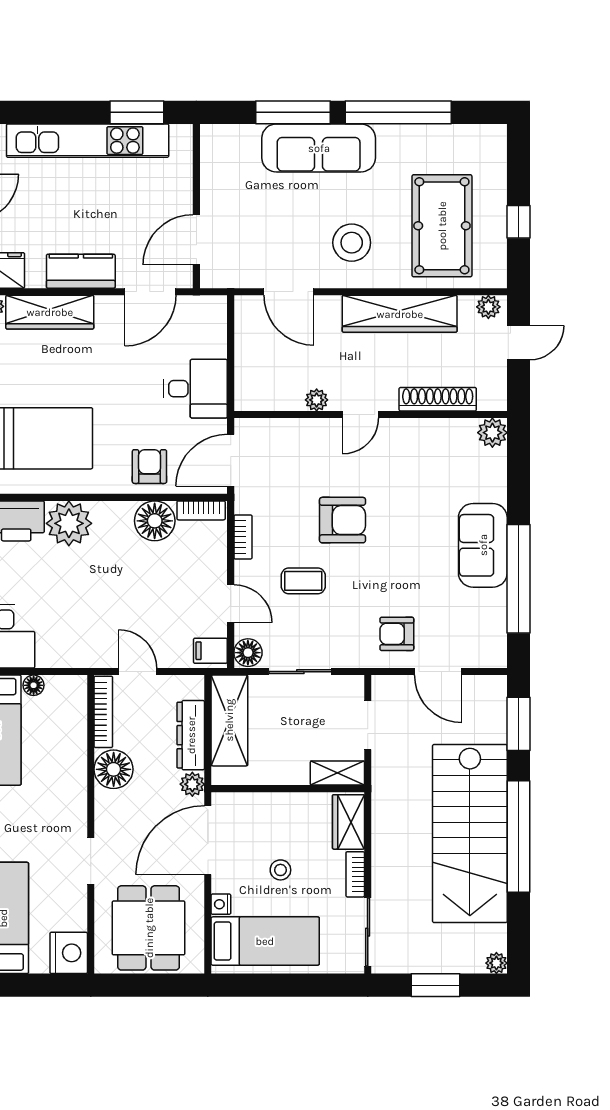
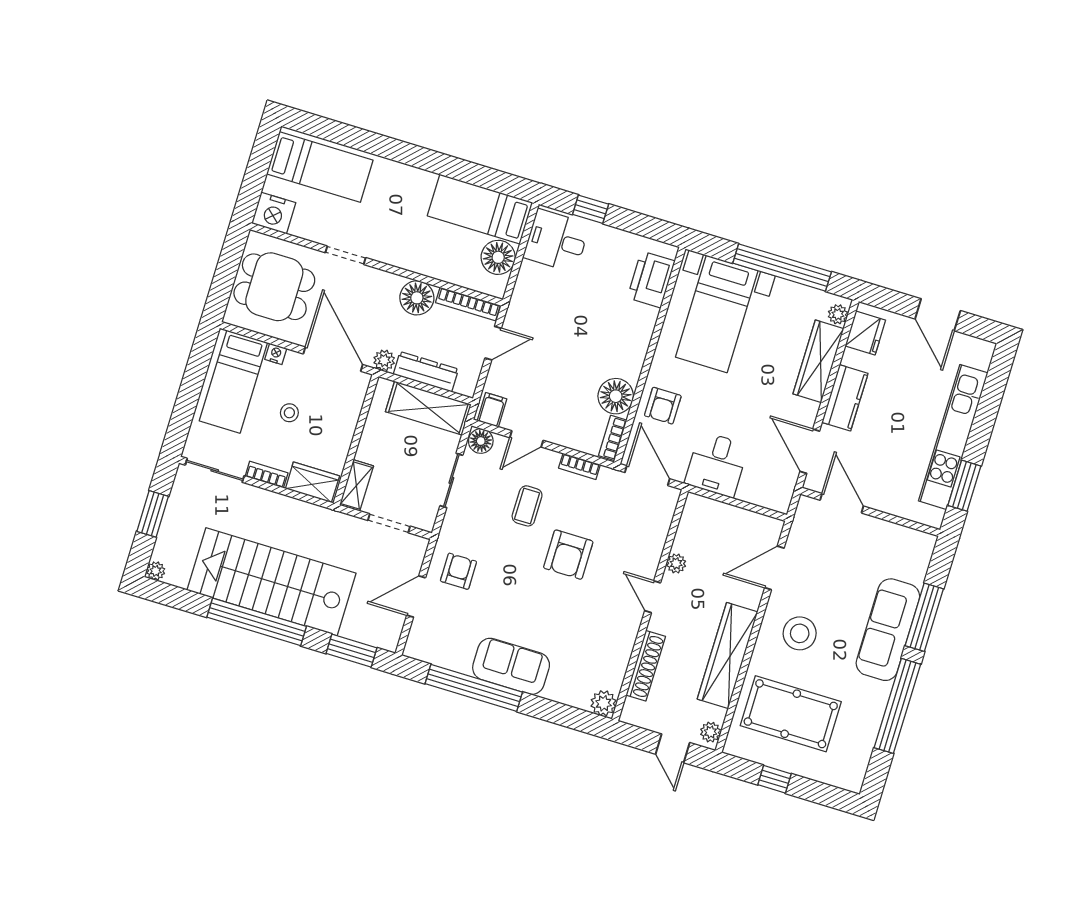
armchair: (149, 467) -> (663, 406), turned 90
plant: (69, 523) -> (636, 323), removed
floor lamp: (34, 685) -> (498, 257), width x1.89, depth x1.89

